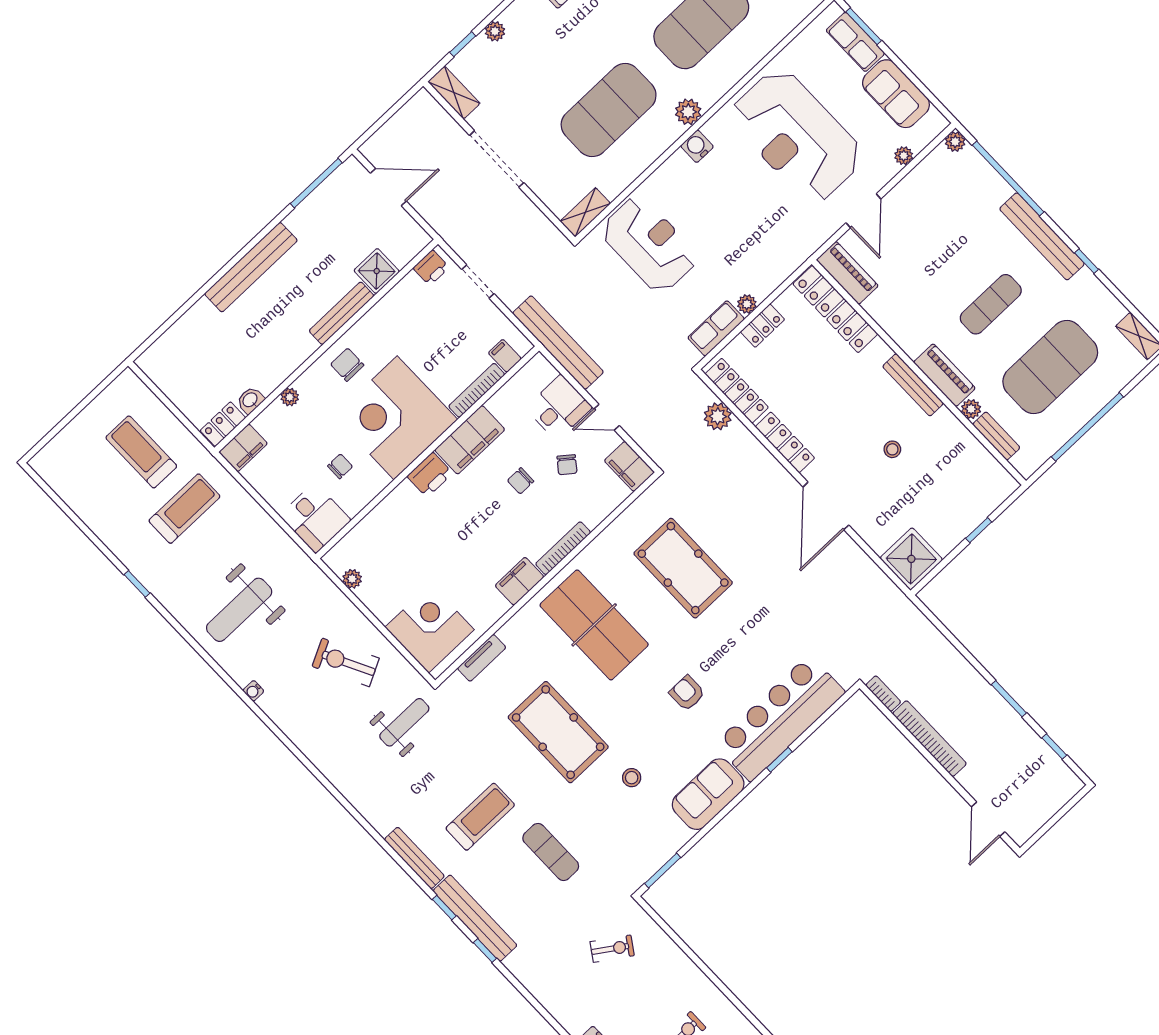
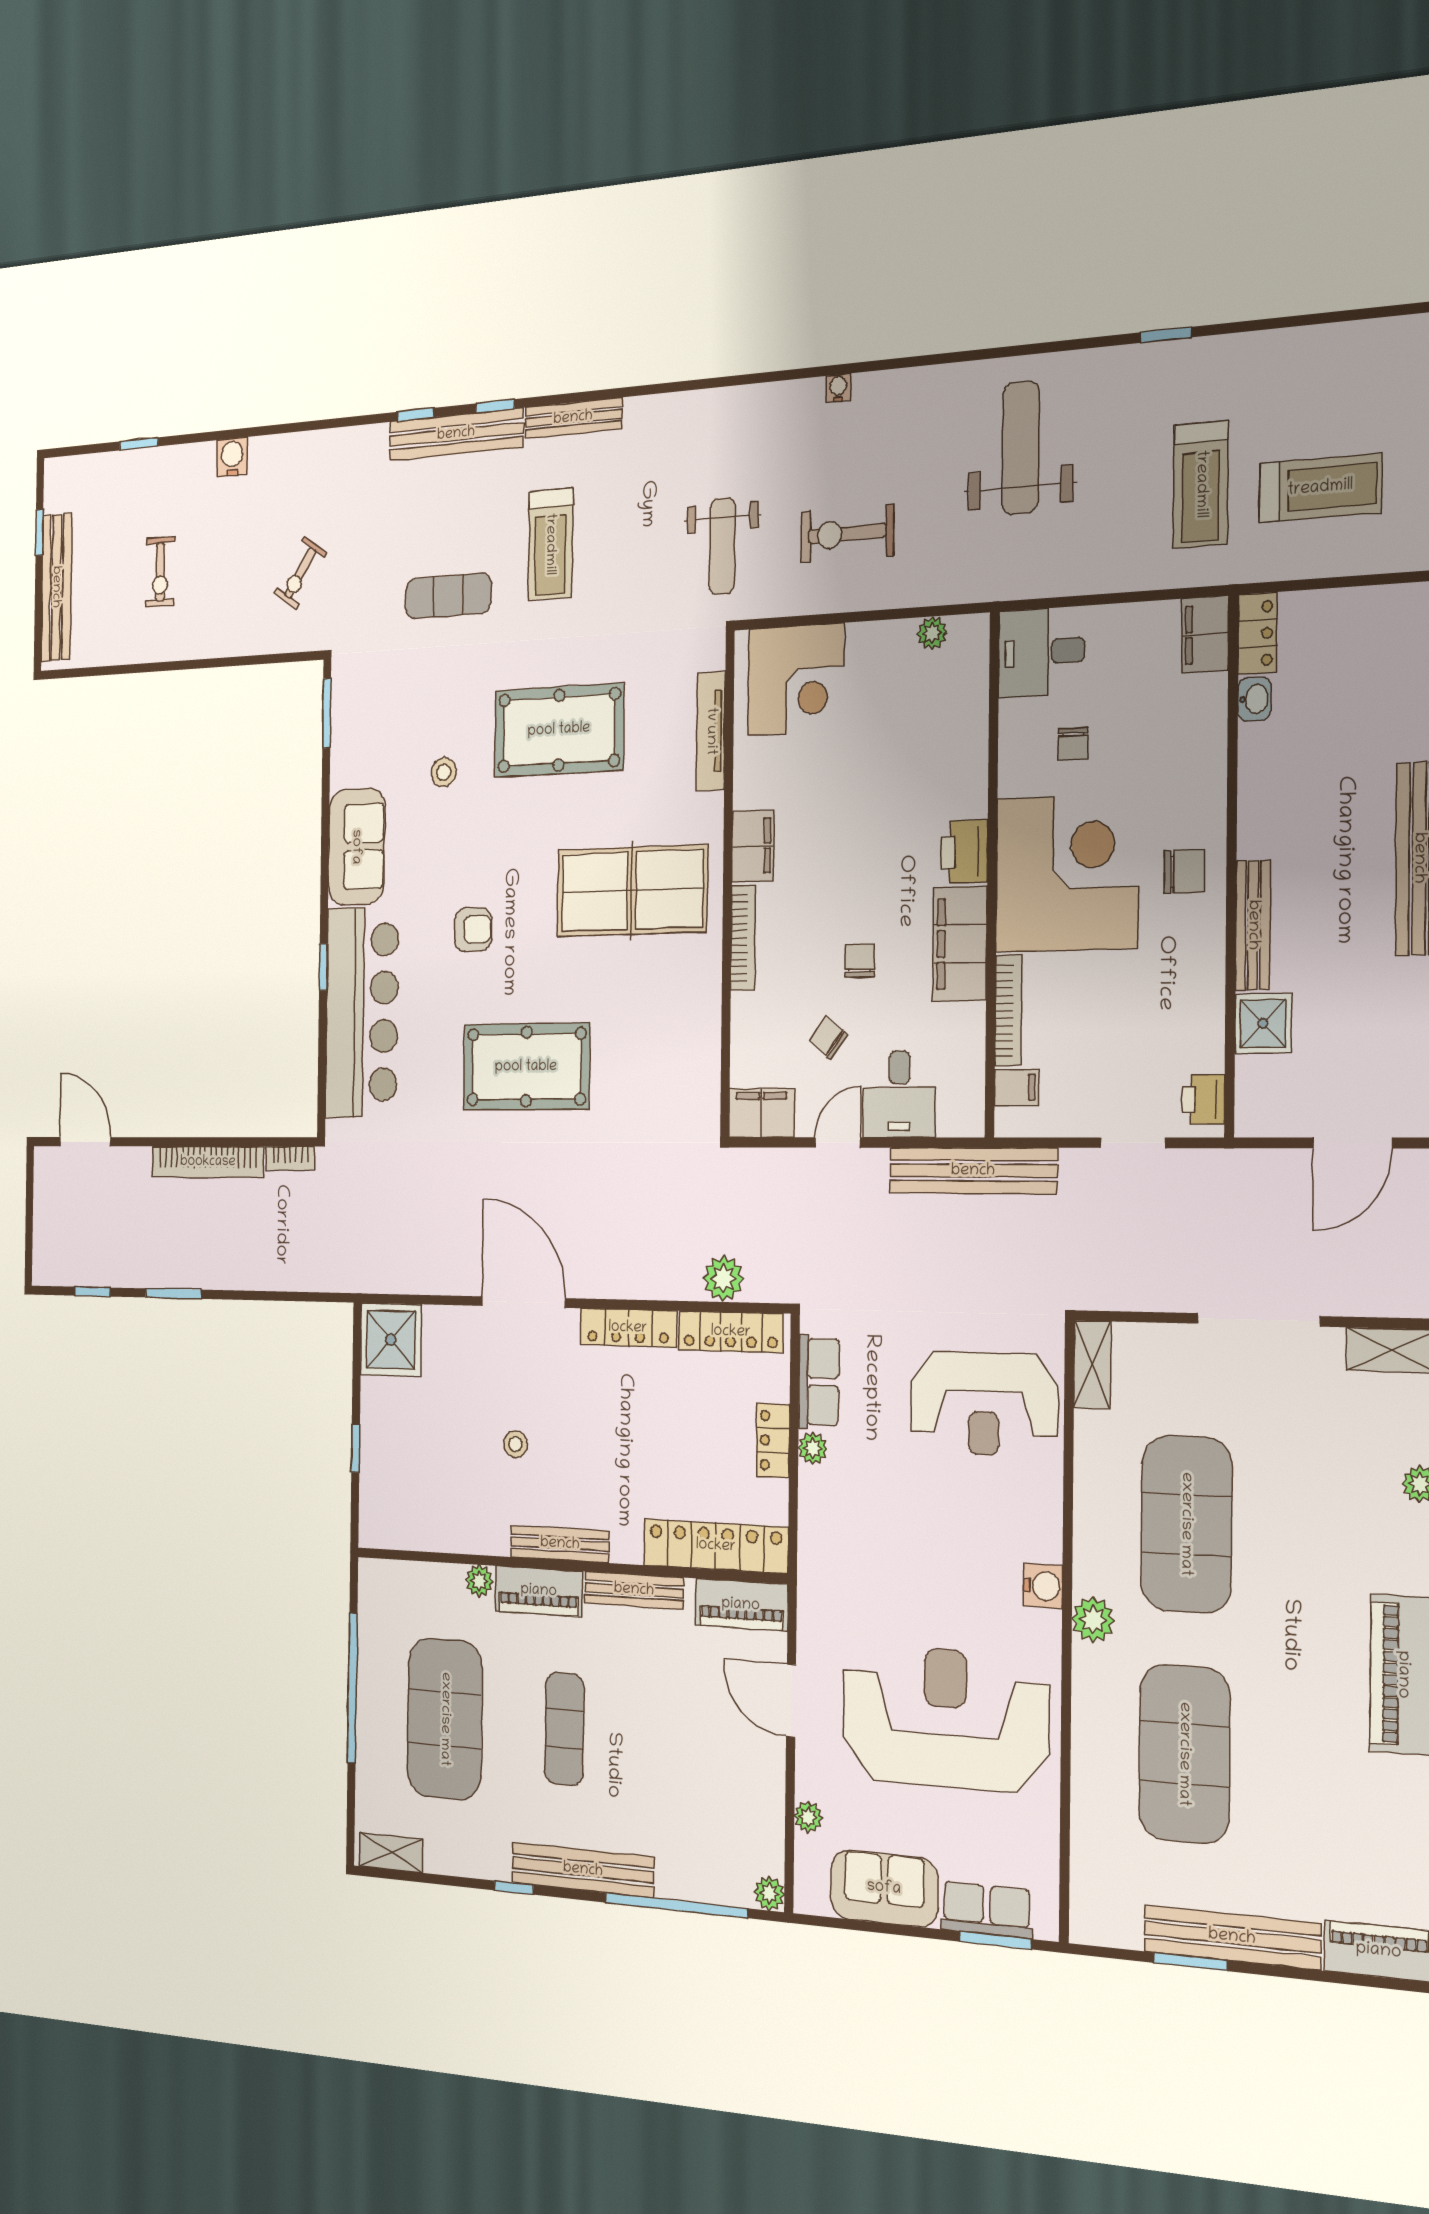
plant: (290, 397) -> (1212, 756), removed
bench: (996, 436) -> (634, 1590), moved, width x1.36
pool table: (683, 568) -> (526, 1067), moved
tv unit: (482, 658) -> (711, 731), width x1.41
exercise bike: (346, 662) -> (847, 533), turned -153
water cooler: (253, 691) -> (838, 388), moved

